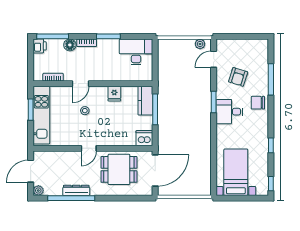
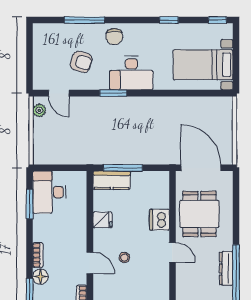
window: (108, 36) -> (30, 204), moved
desk: (229, 112) -> (131, 73), width x1.37
dishwasher: (144, 138) -> (159, 220), moved

